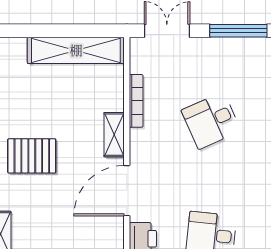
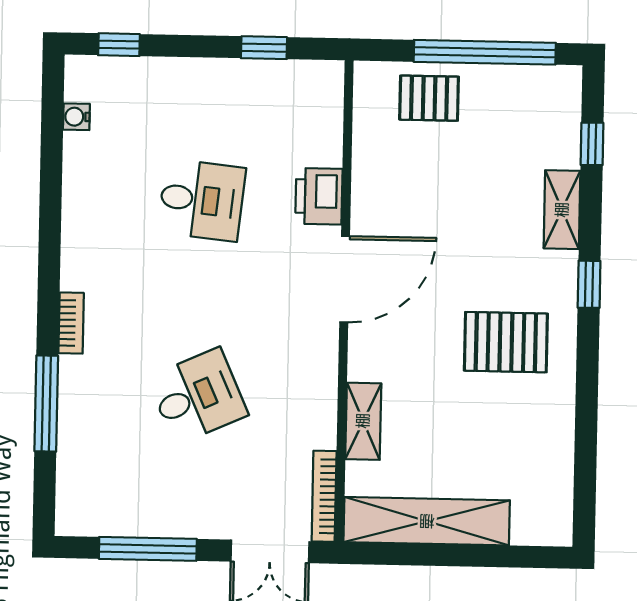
bookcase: (136, 101) -> (324, 496), moved
shelving: (114, 135) -> (363, 421), moved

